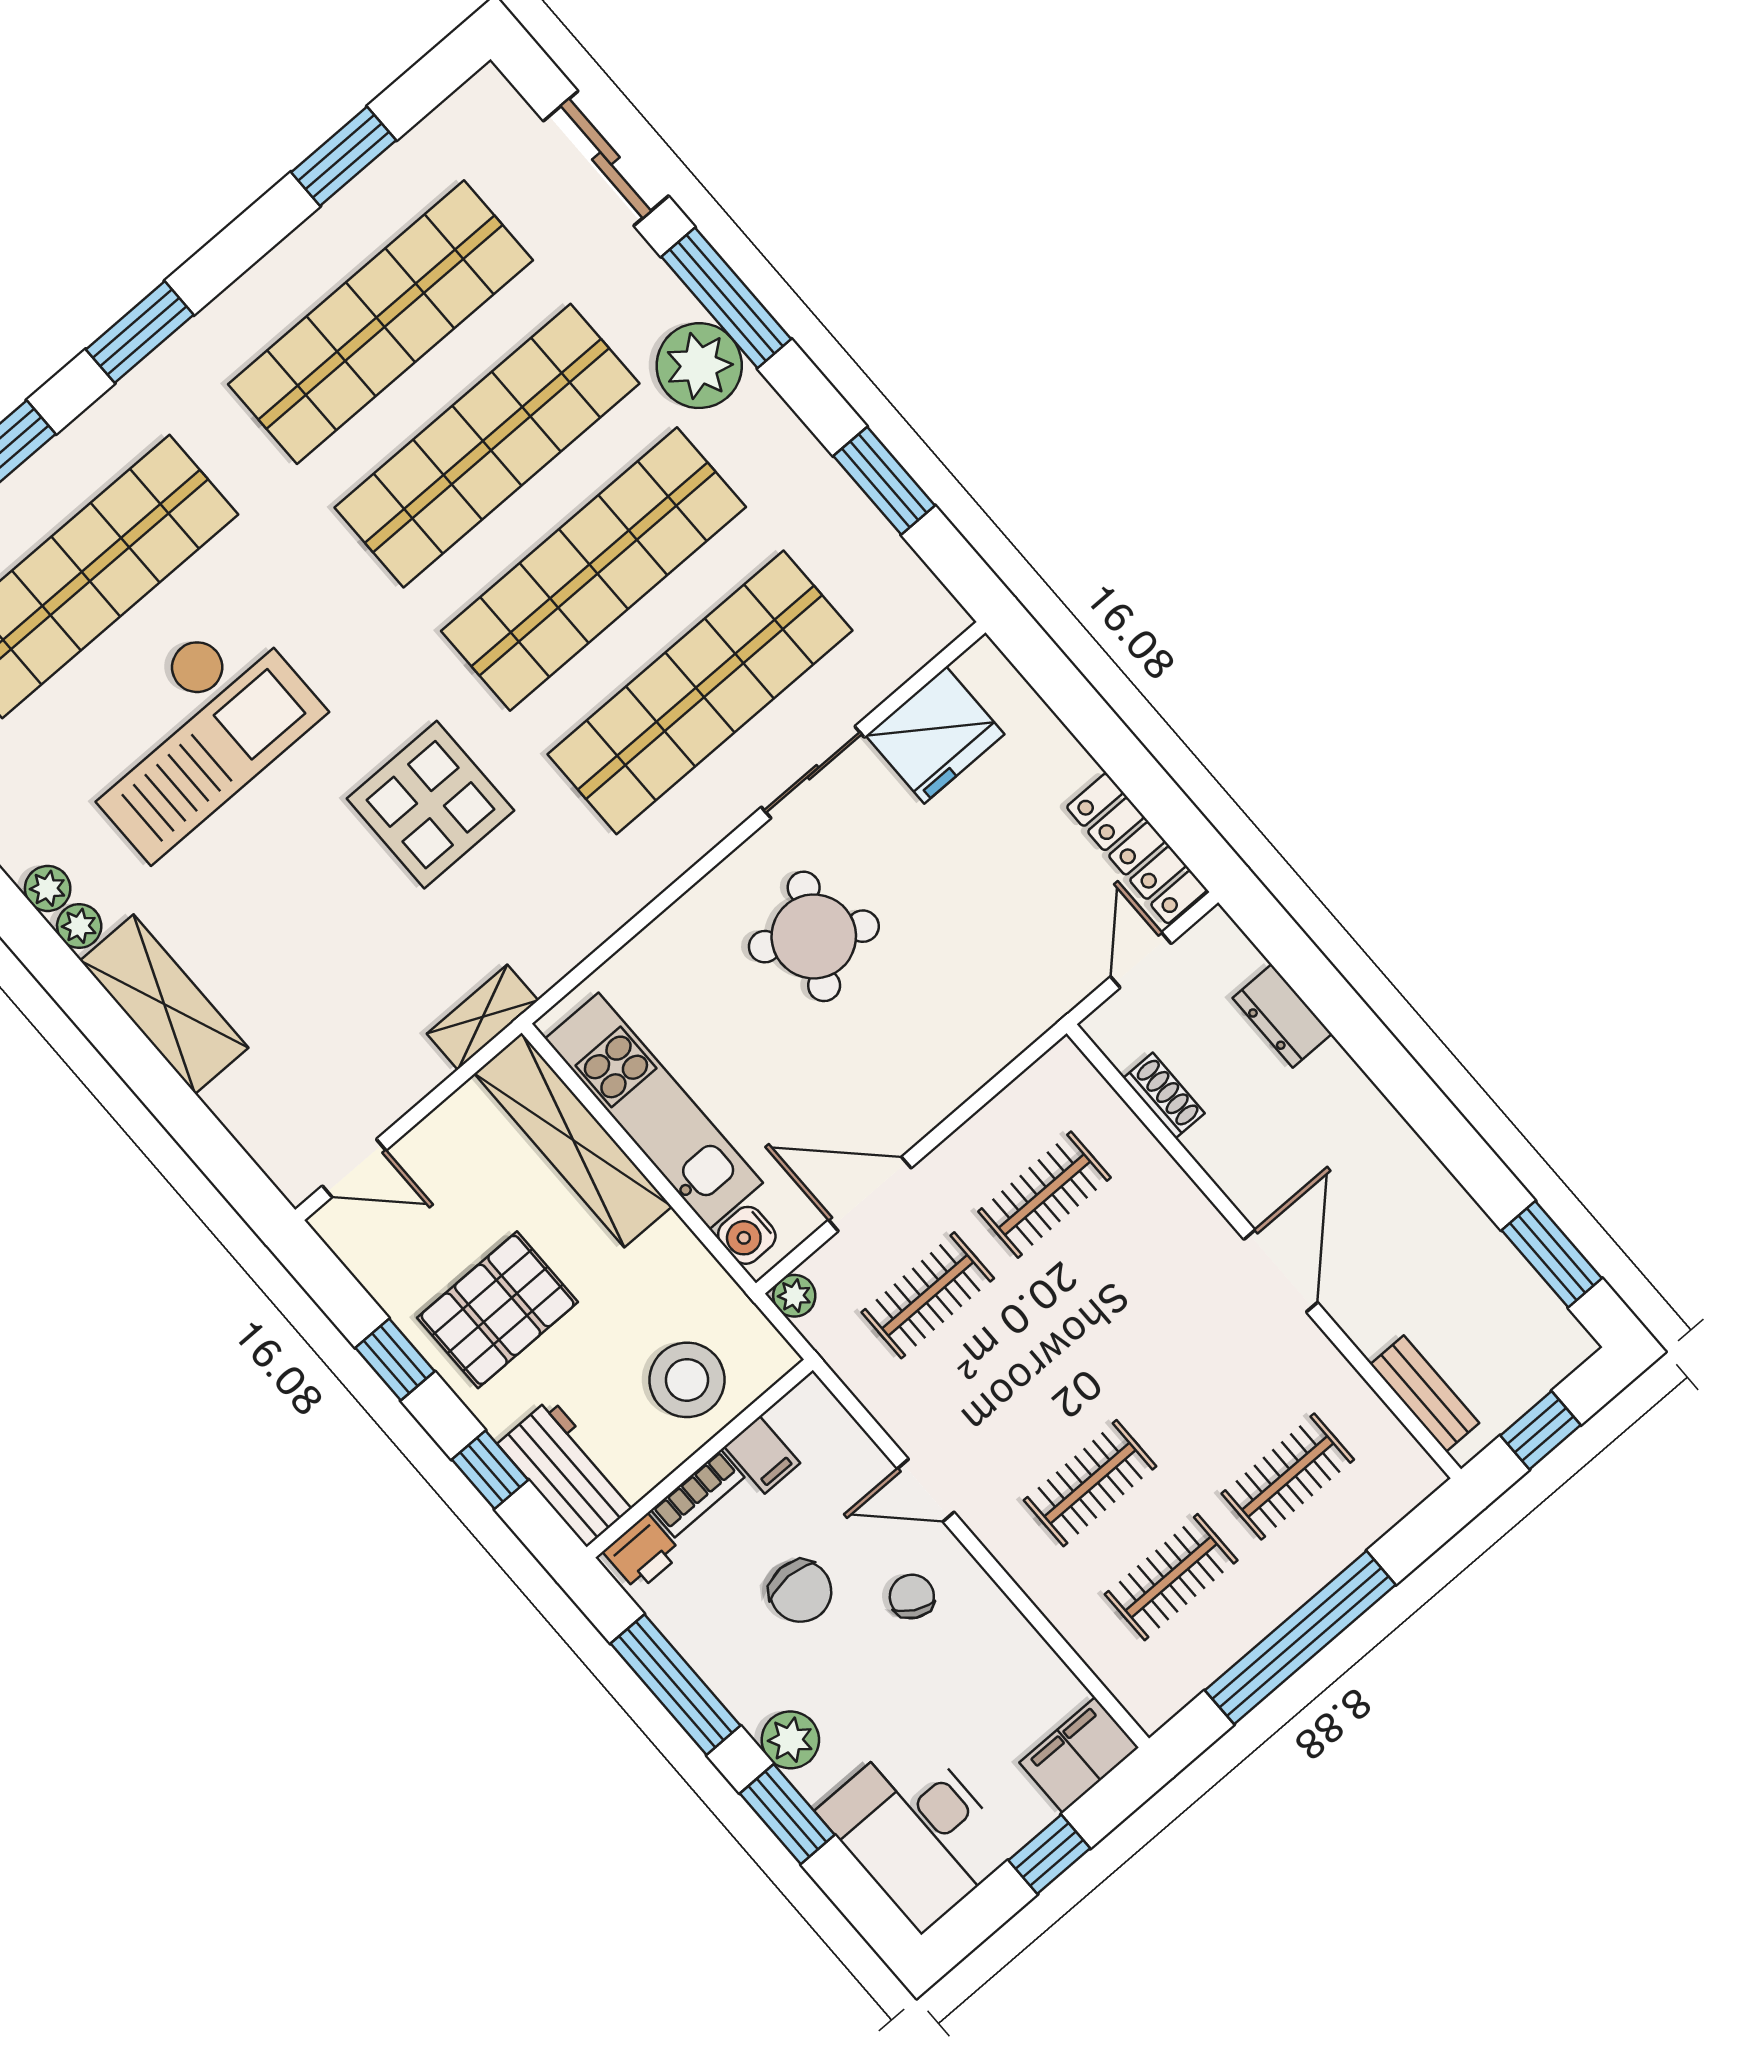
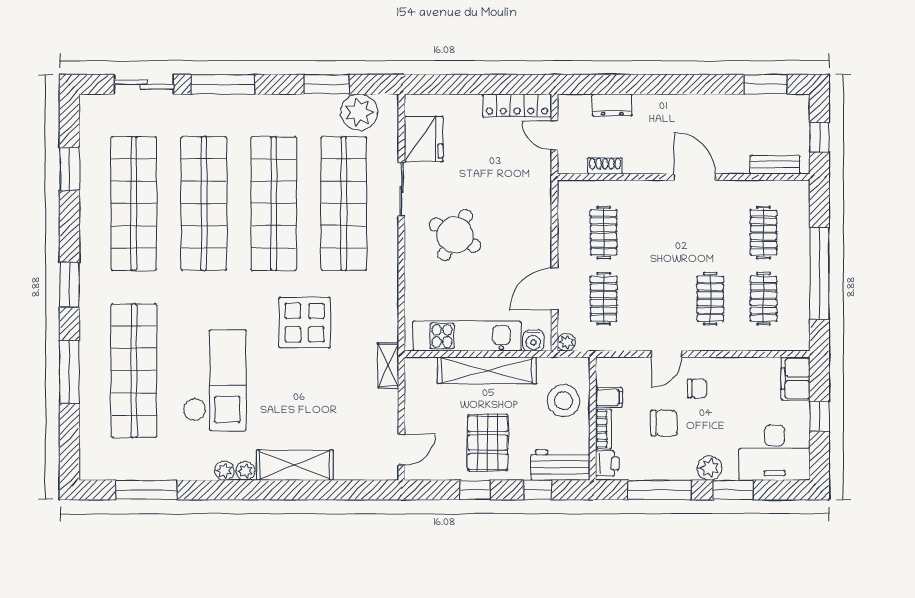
plant: (699, 366) -> (359, 112), moved
shelving: (573, 1140) -> (487, 370), moved
chair: (912, 1597) -> (697, 388), turned 151

